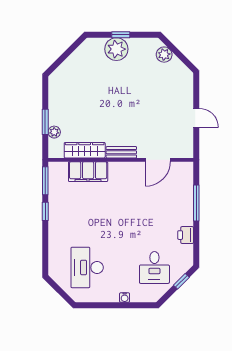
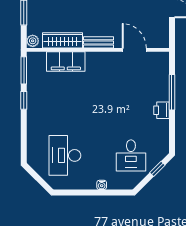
plant: (54, 132) -> (33, 41), moved
door: (158, 160) -> (134, 50), swing flipped
printer: (186, 235) -> (161, 110), moved

